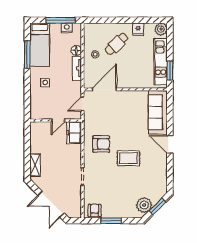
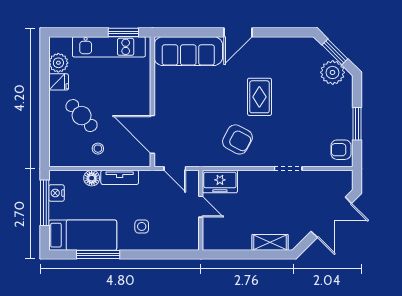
plant: (161, 29) -> (58, 63), moved
armchair: (101, 144) -> (237, 139), turned 118

